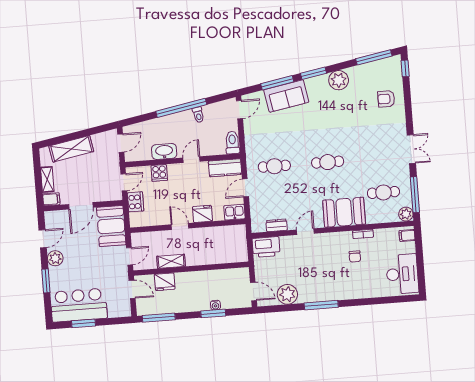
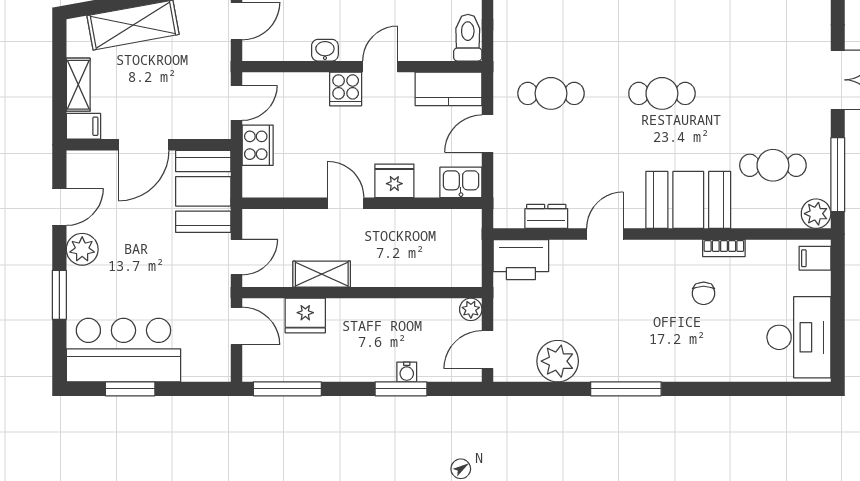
washbasin: (164, 151) -> (325, 50), width x0.52, depth x0.69
cooker: (159, 173) -> (346, 89), moved
plant: (244, 273) -> (471, 309), added
door: (253, 291) -> (488, 350), swing flipped

